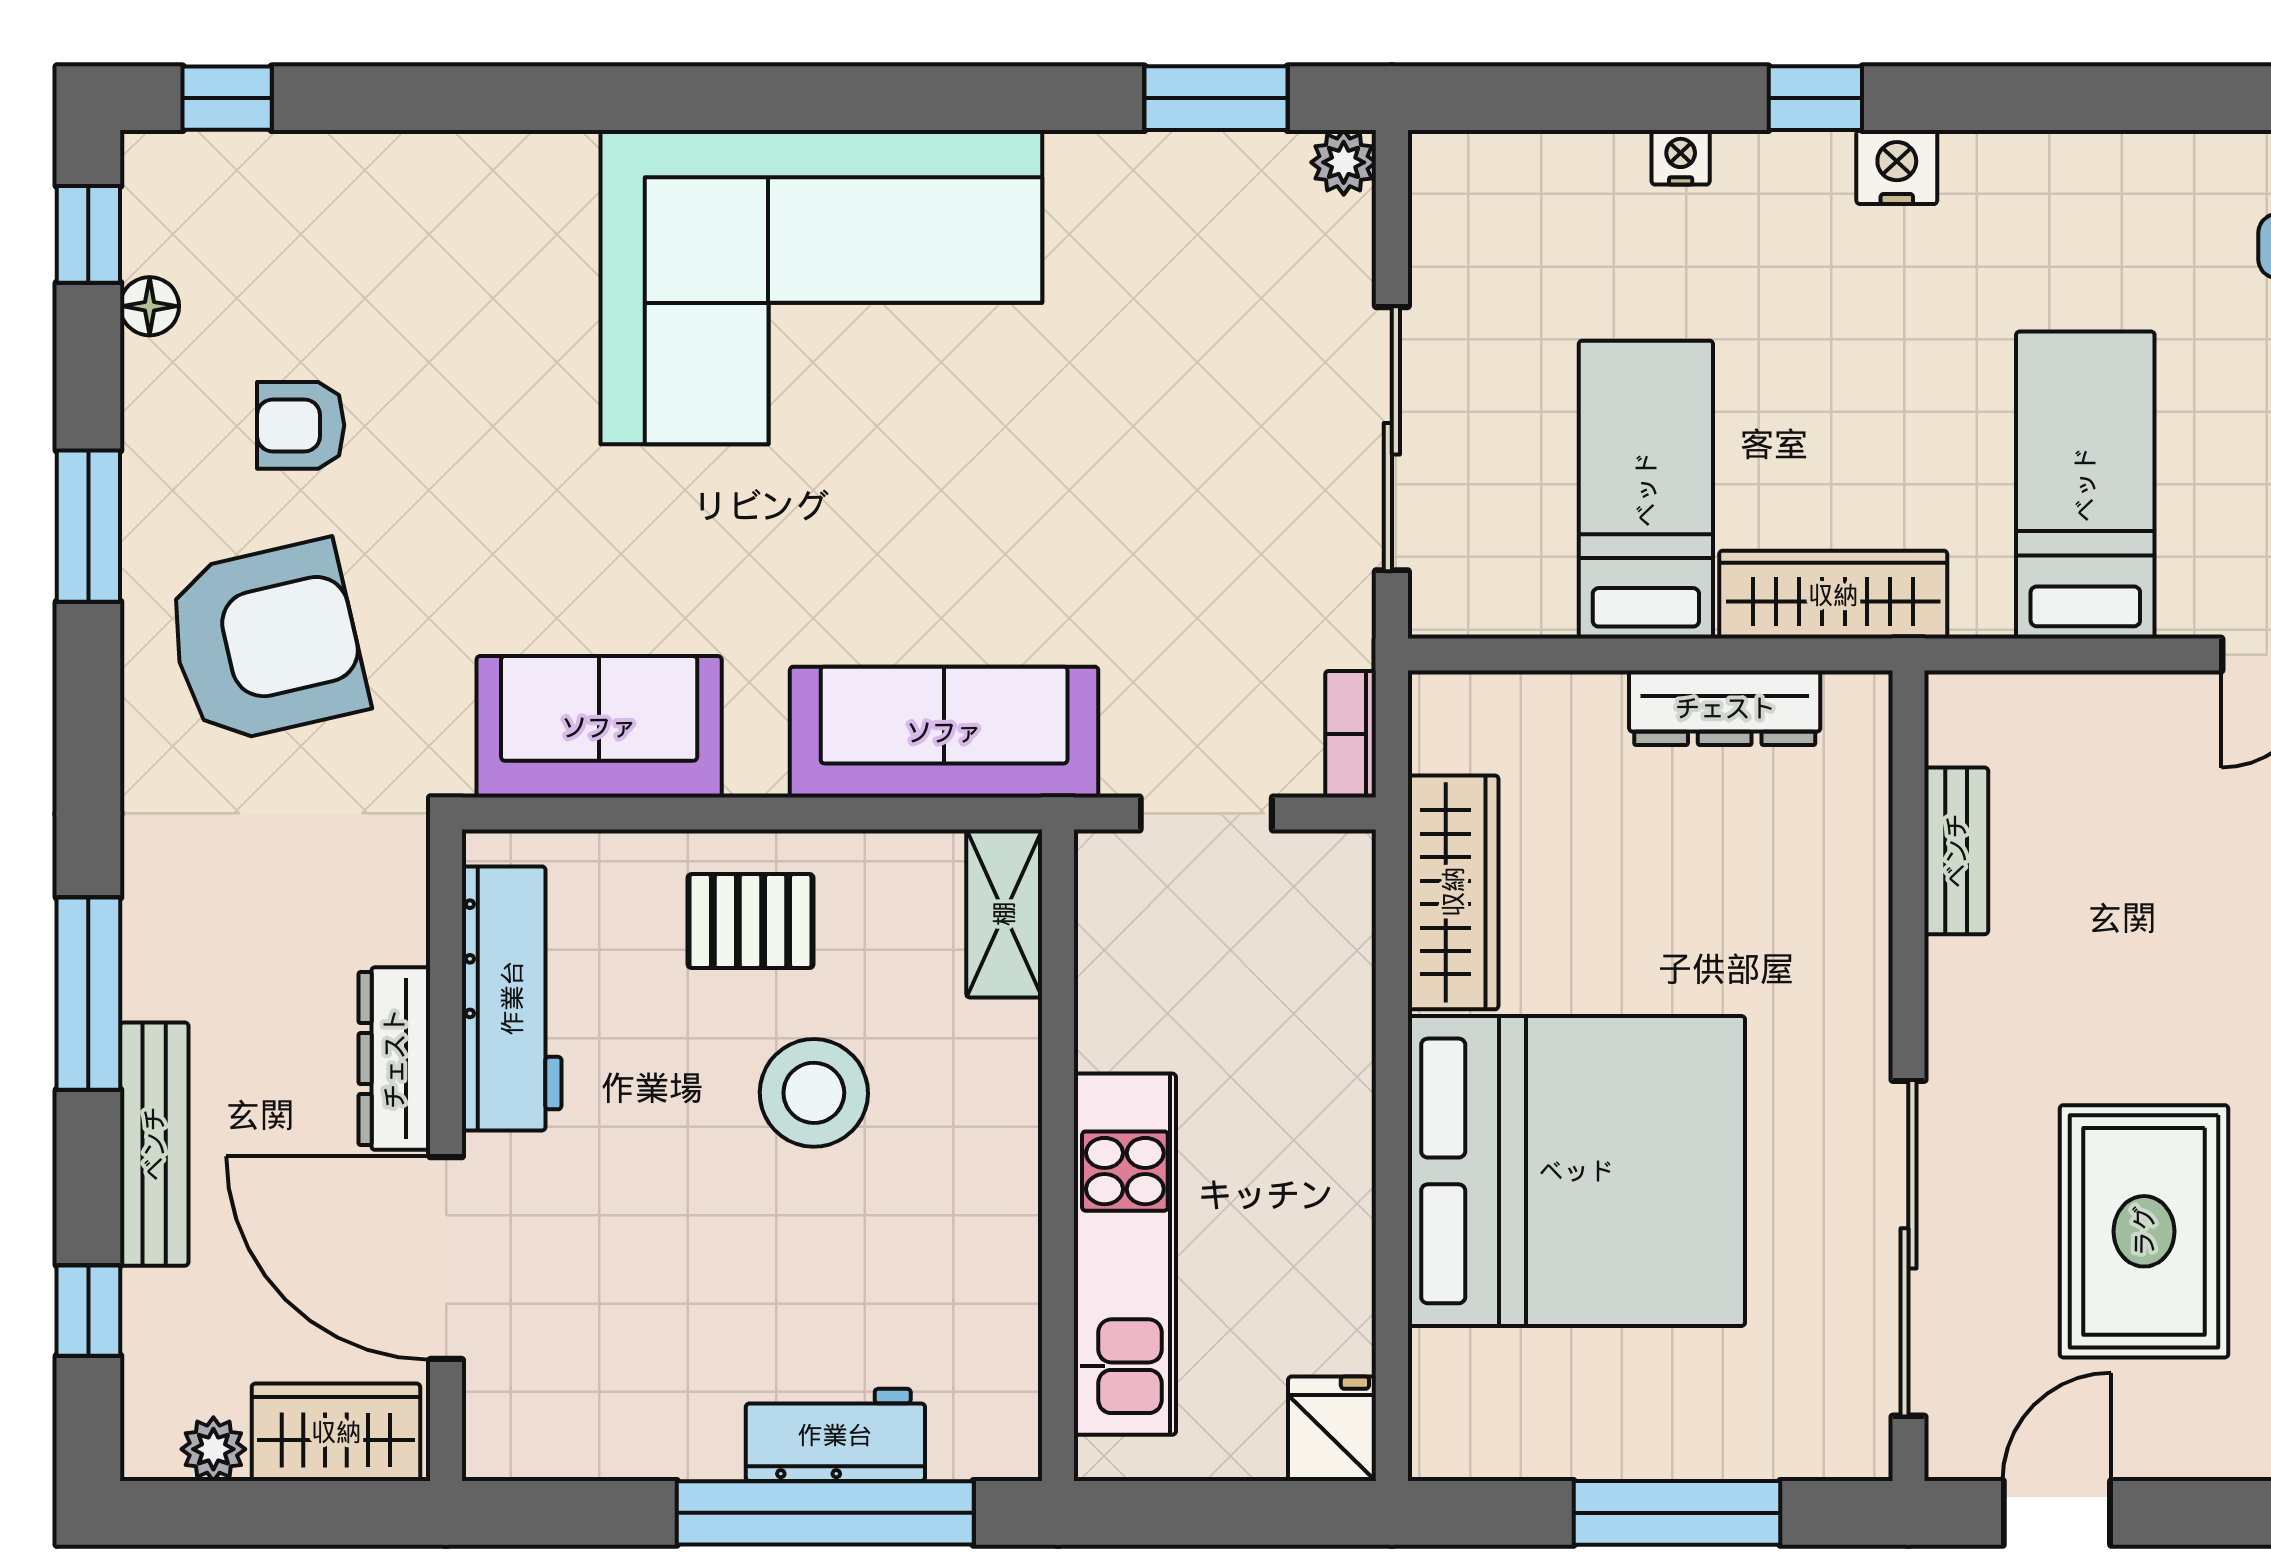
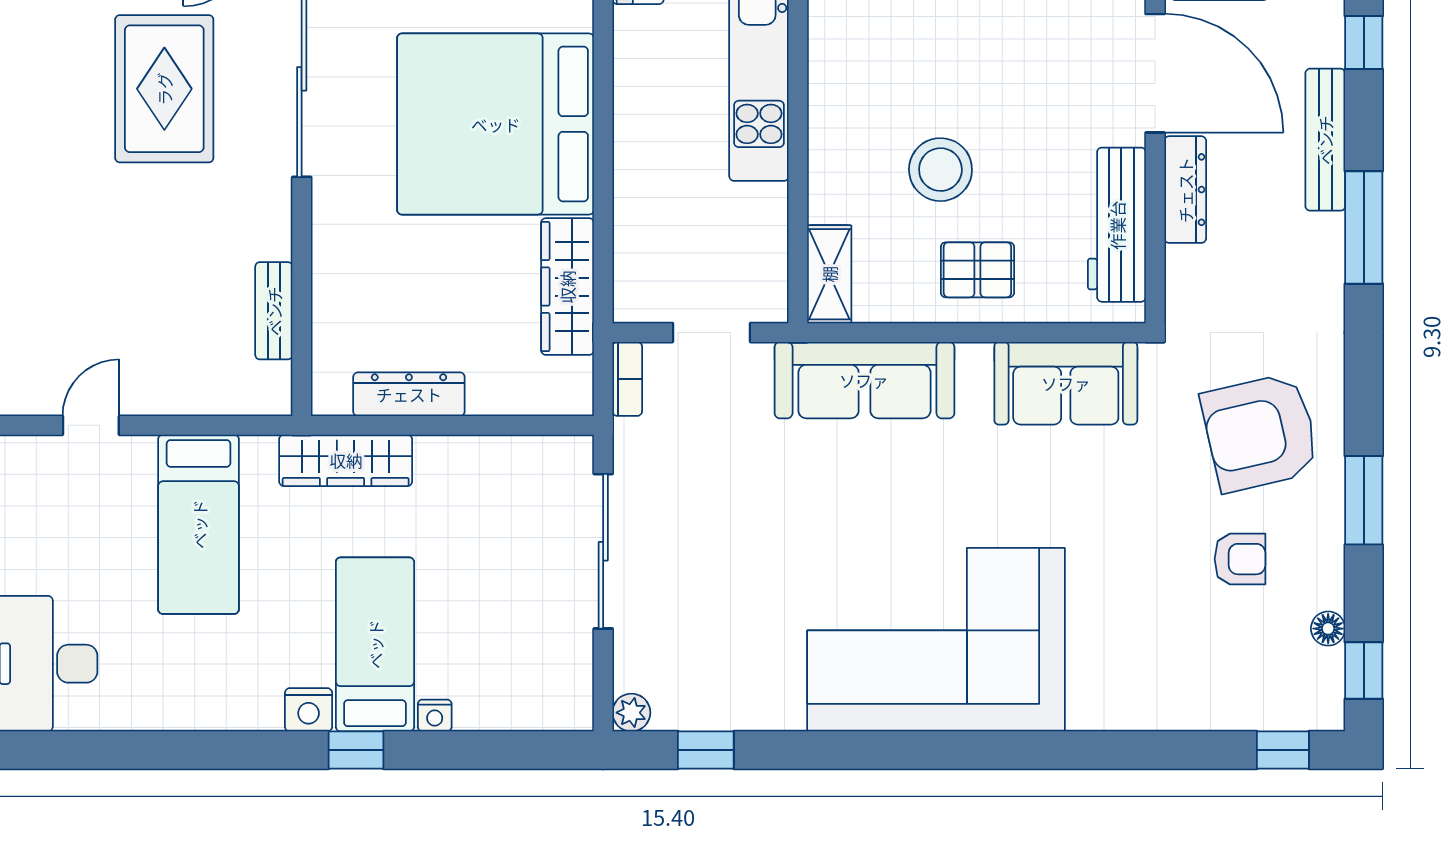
window: (1216, 98) -> (706, 750), width x0.67
bed: (1646, 490) -> (375, 644), moved, turned 180

